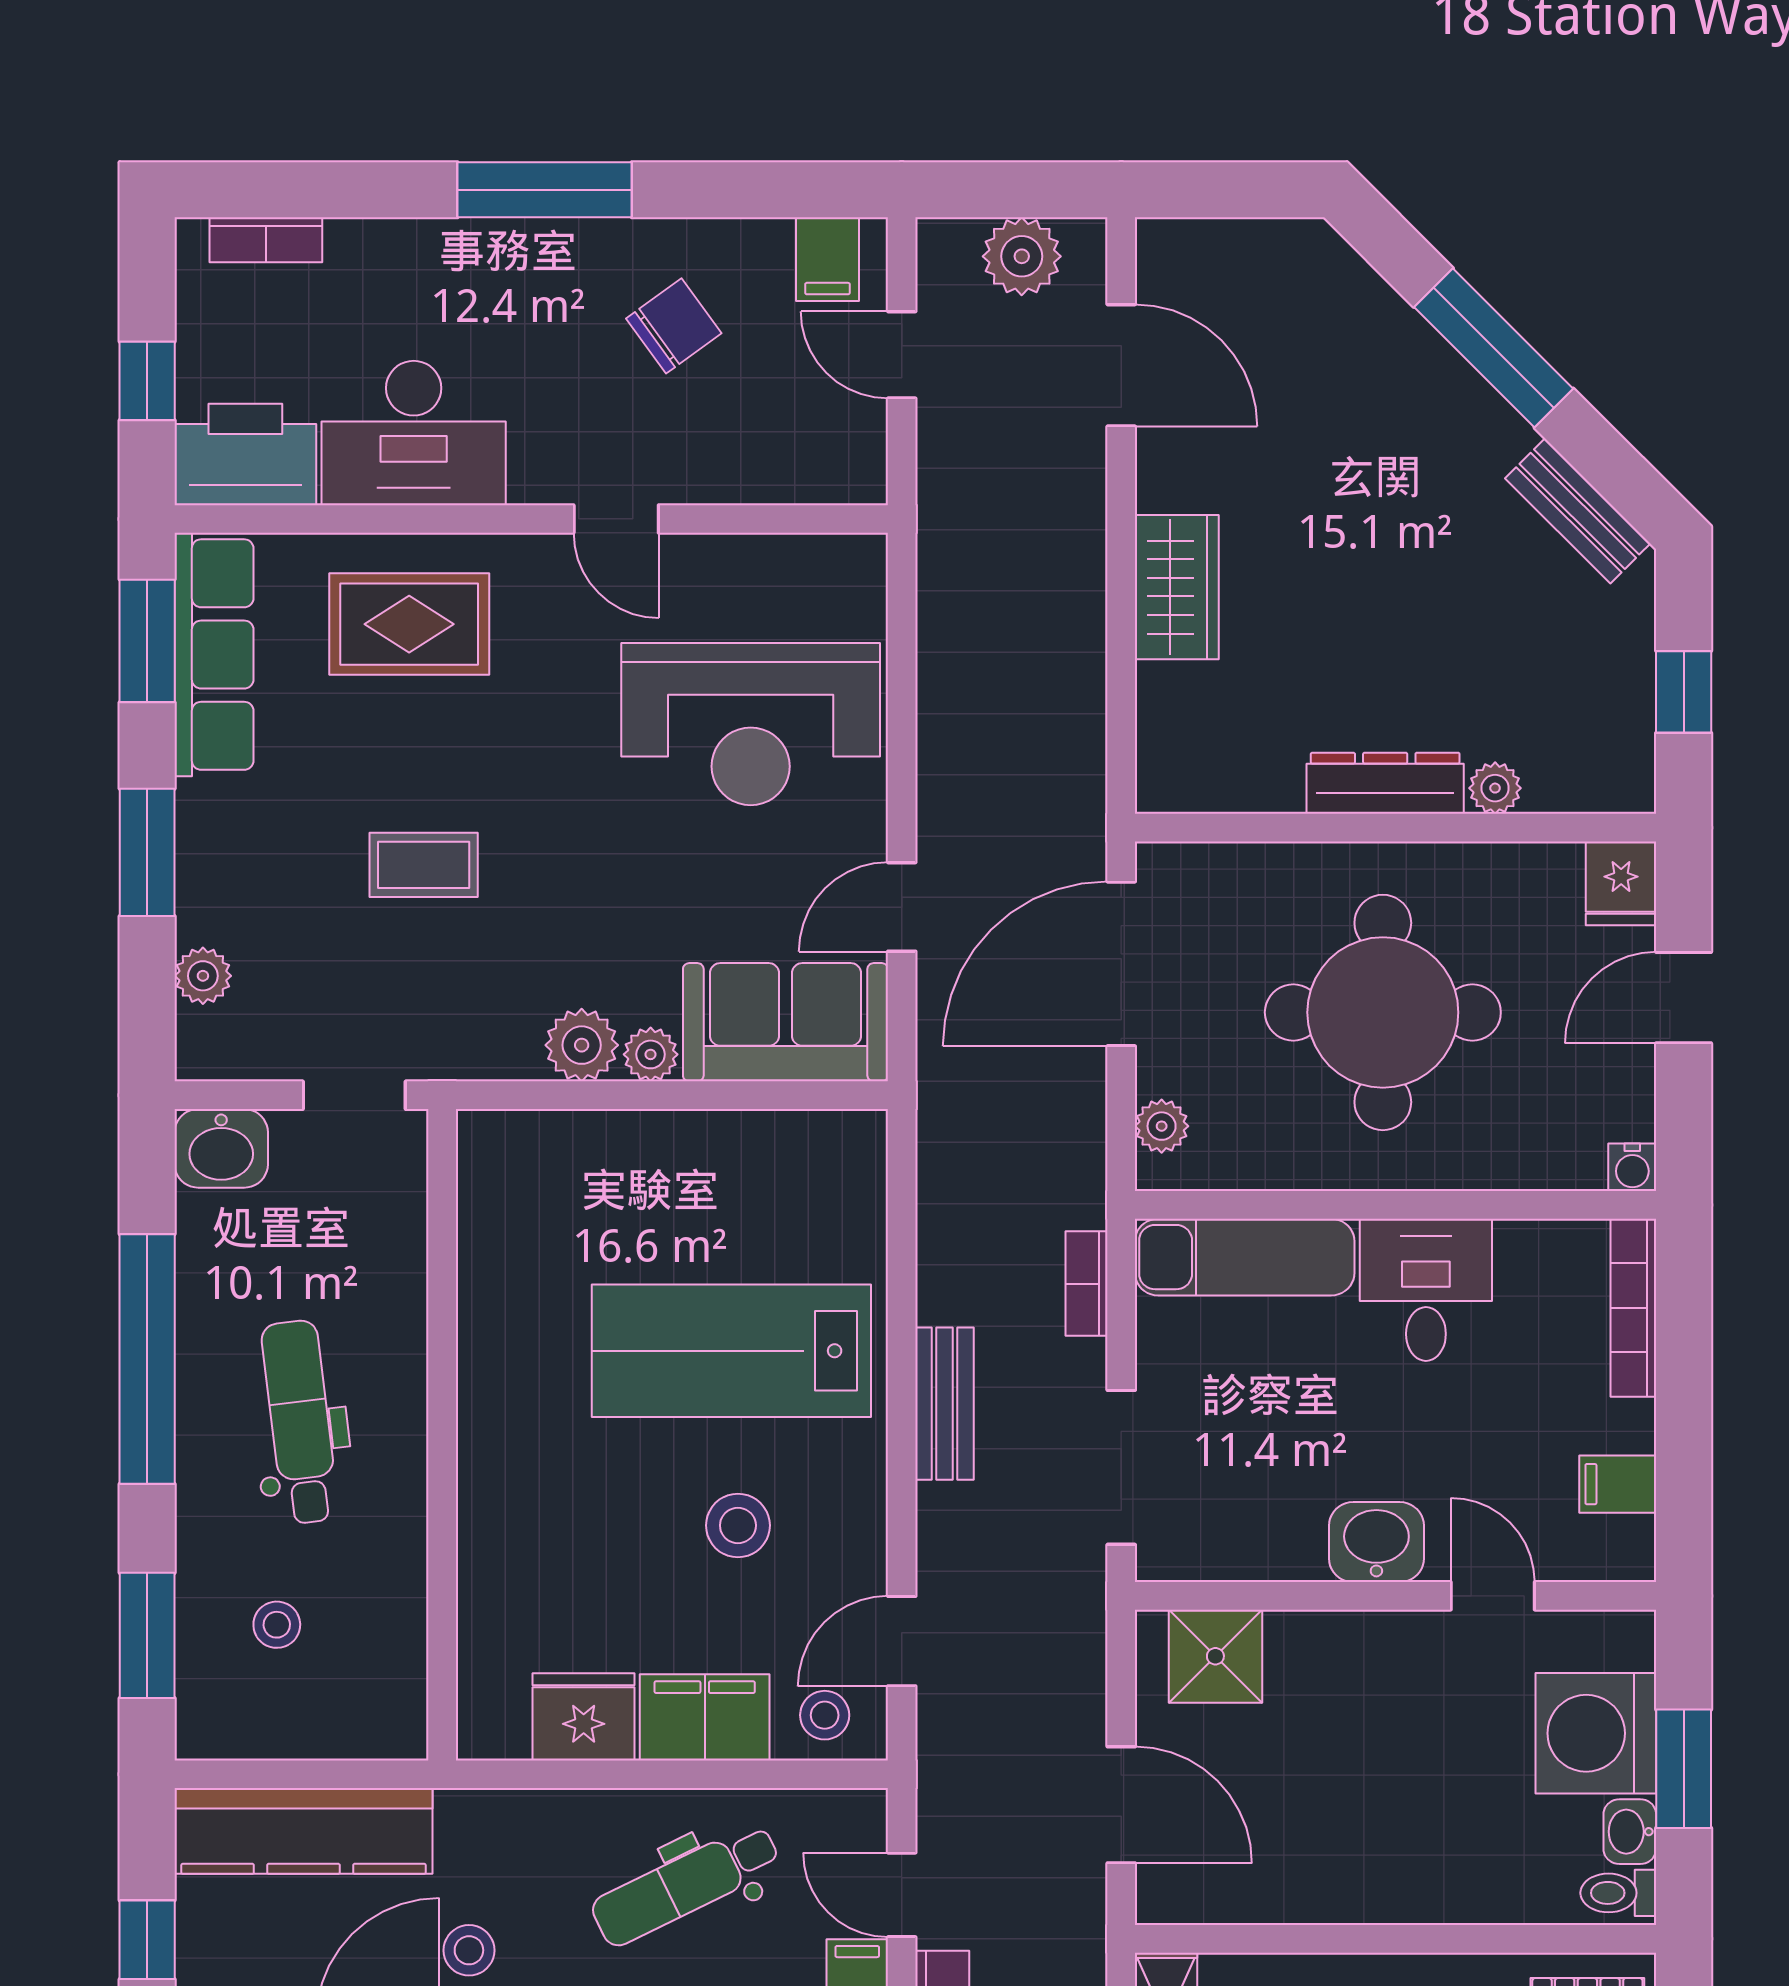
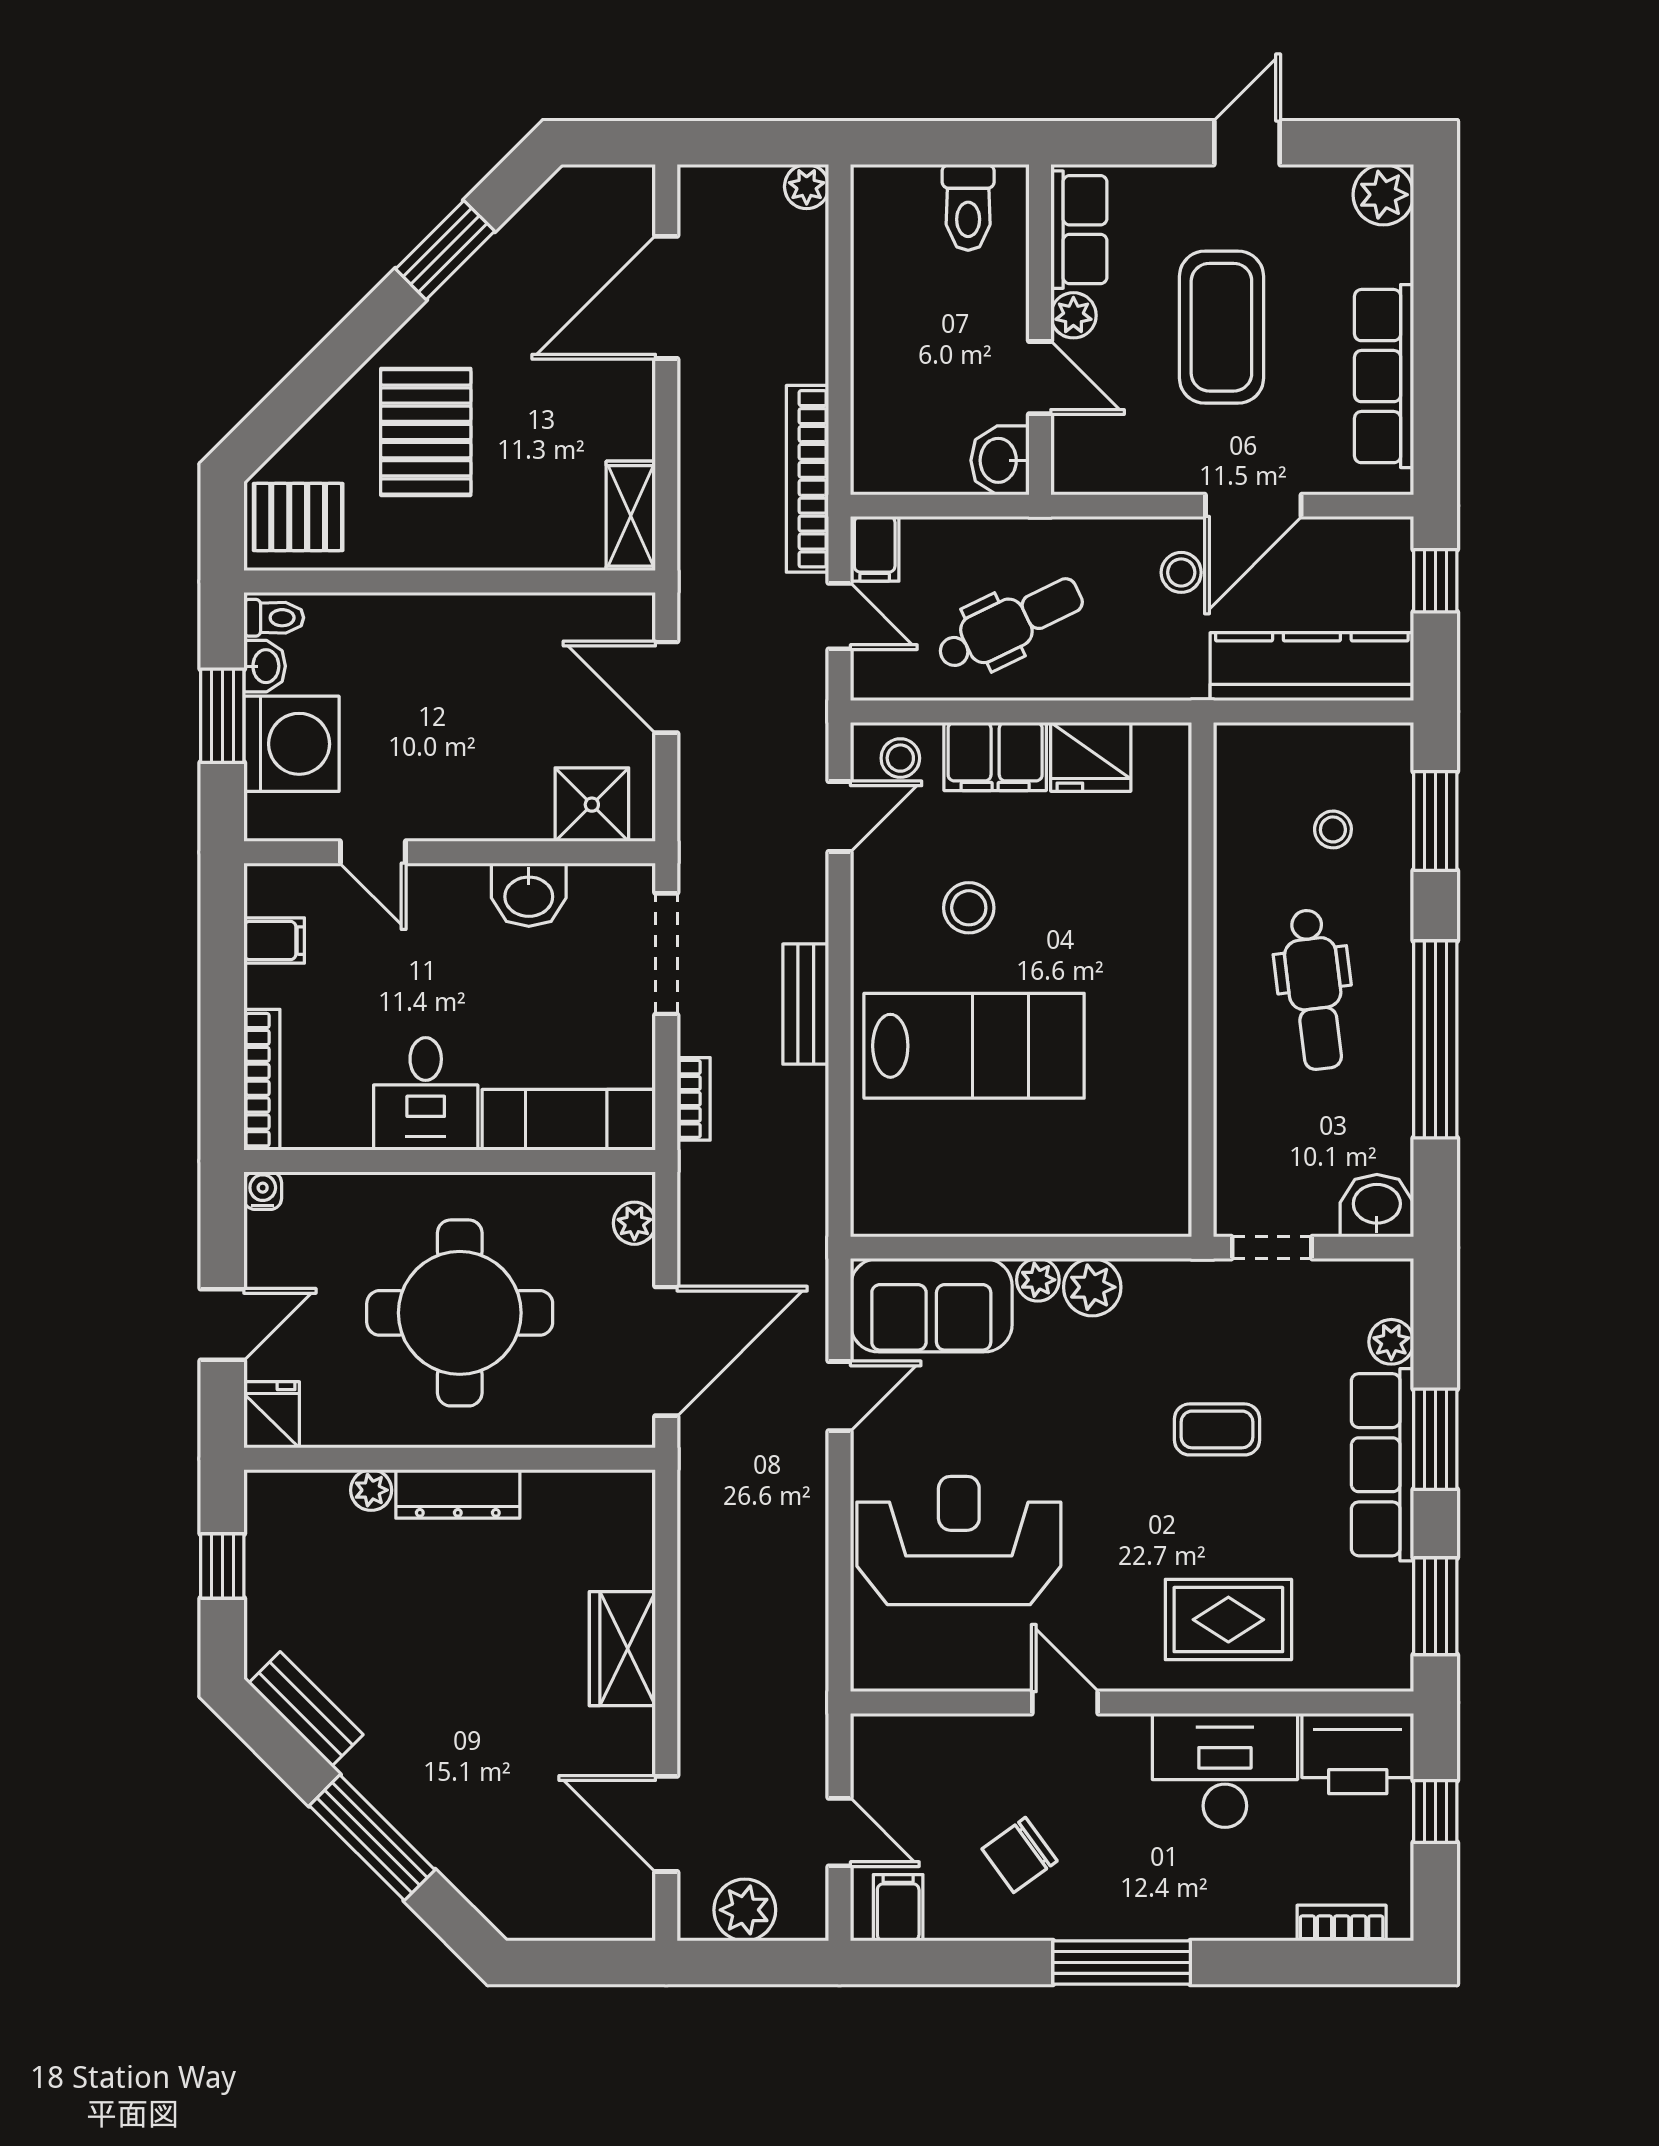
row of seats: (214, 655) -> (1383, 1465), moved
washbasin: (1376, 1542) -> (529, 895), moved

